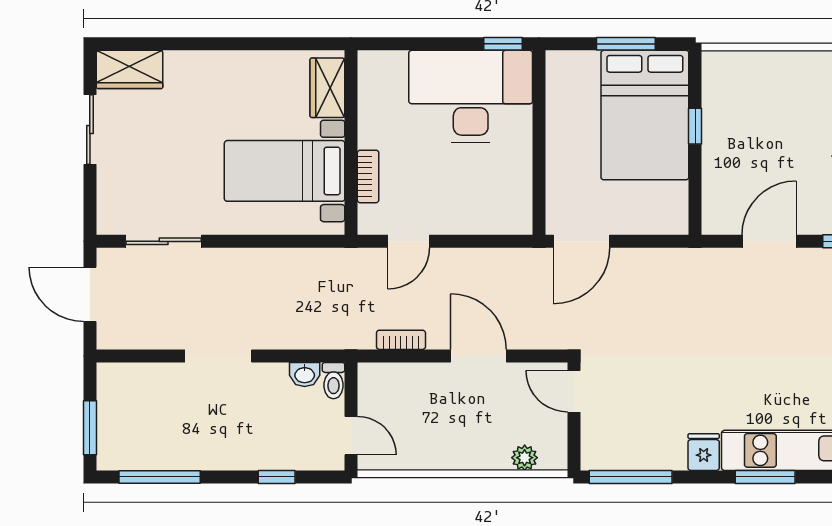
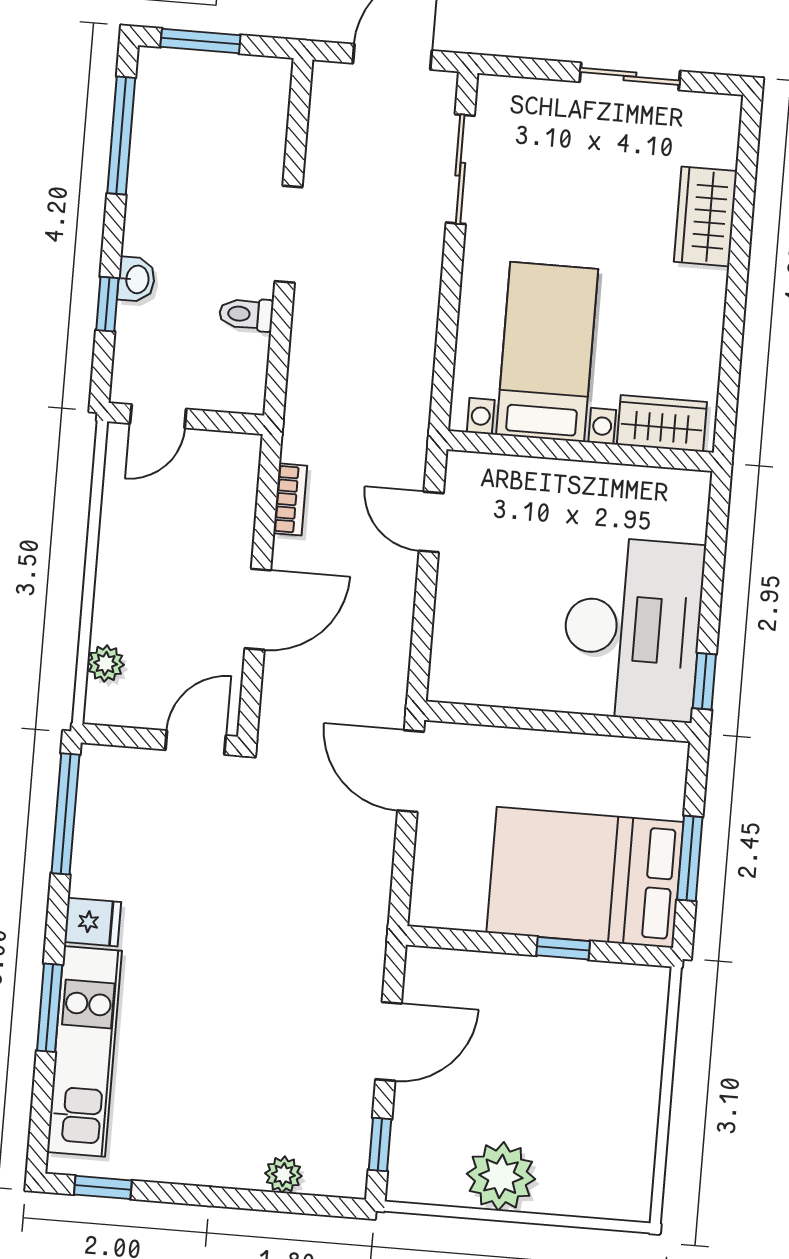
wardrobe: (130, 69) -> (705, 216), moved
bookcase: (368, 176) -> (529, 471), removed
door: (769, 241) -> (388, 1041), hinge flipped
washbasin: (305, 374) -> (136, 279), moved, turned 180
toilet: (334, 381) -> (246, 314), moved

